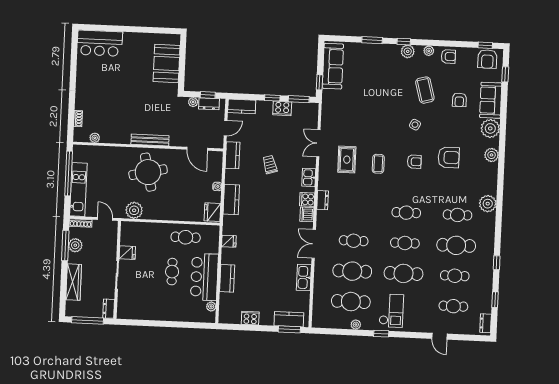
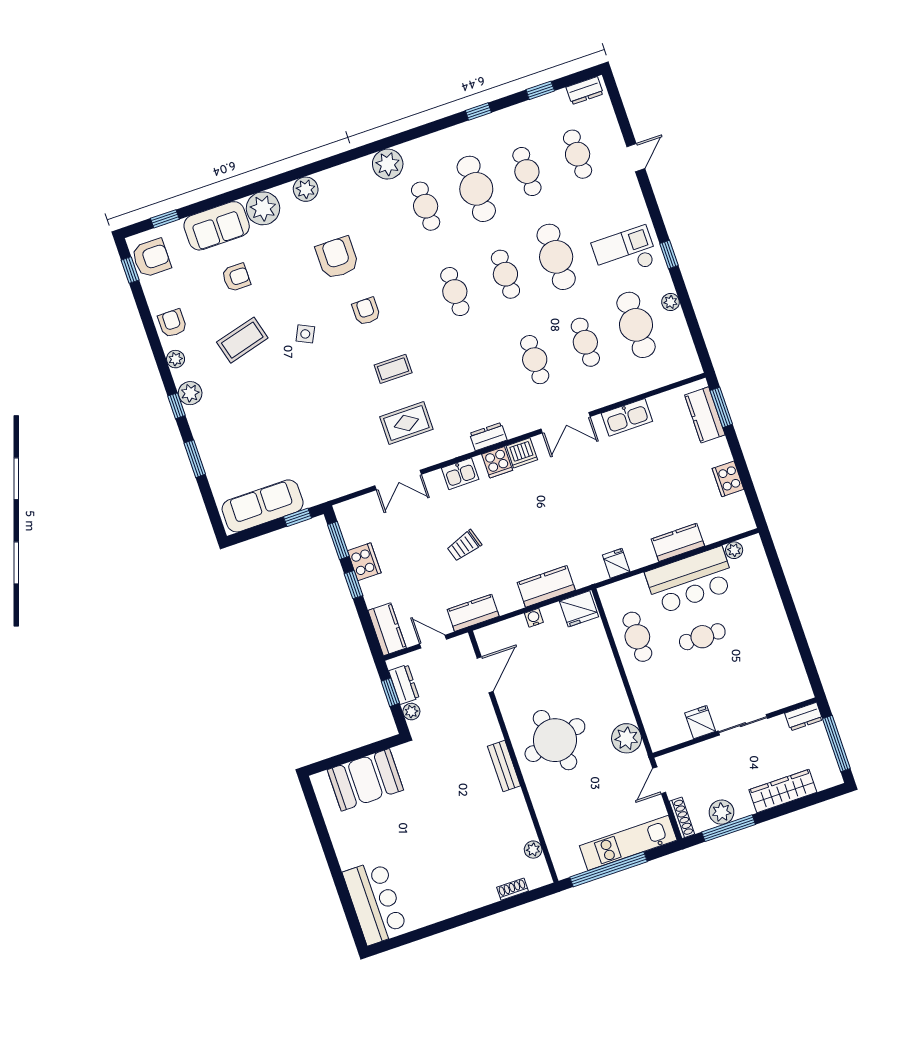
bench: (150, 140) -> (504, 766), width x0.73
cafe table: (352, 271) -> (585, 342), width x0.73, depth x0.74

